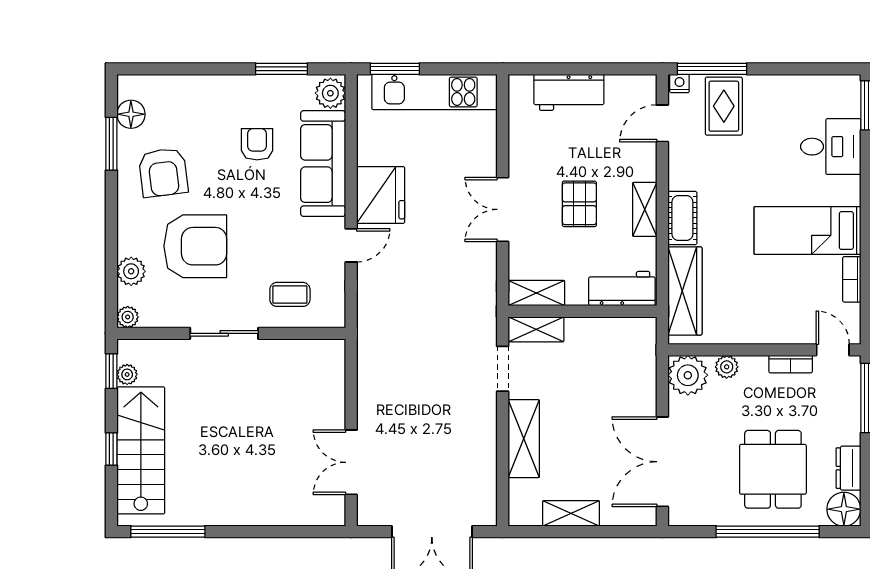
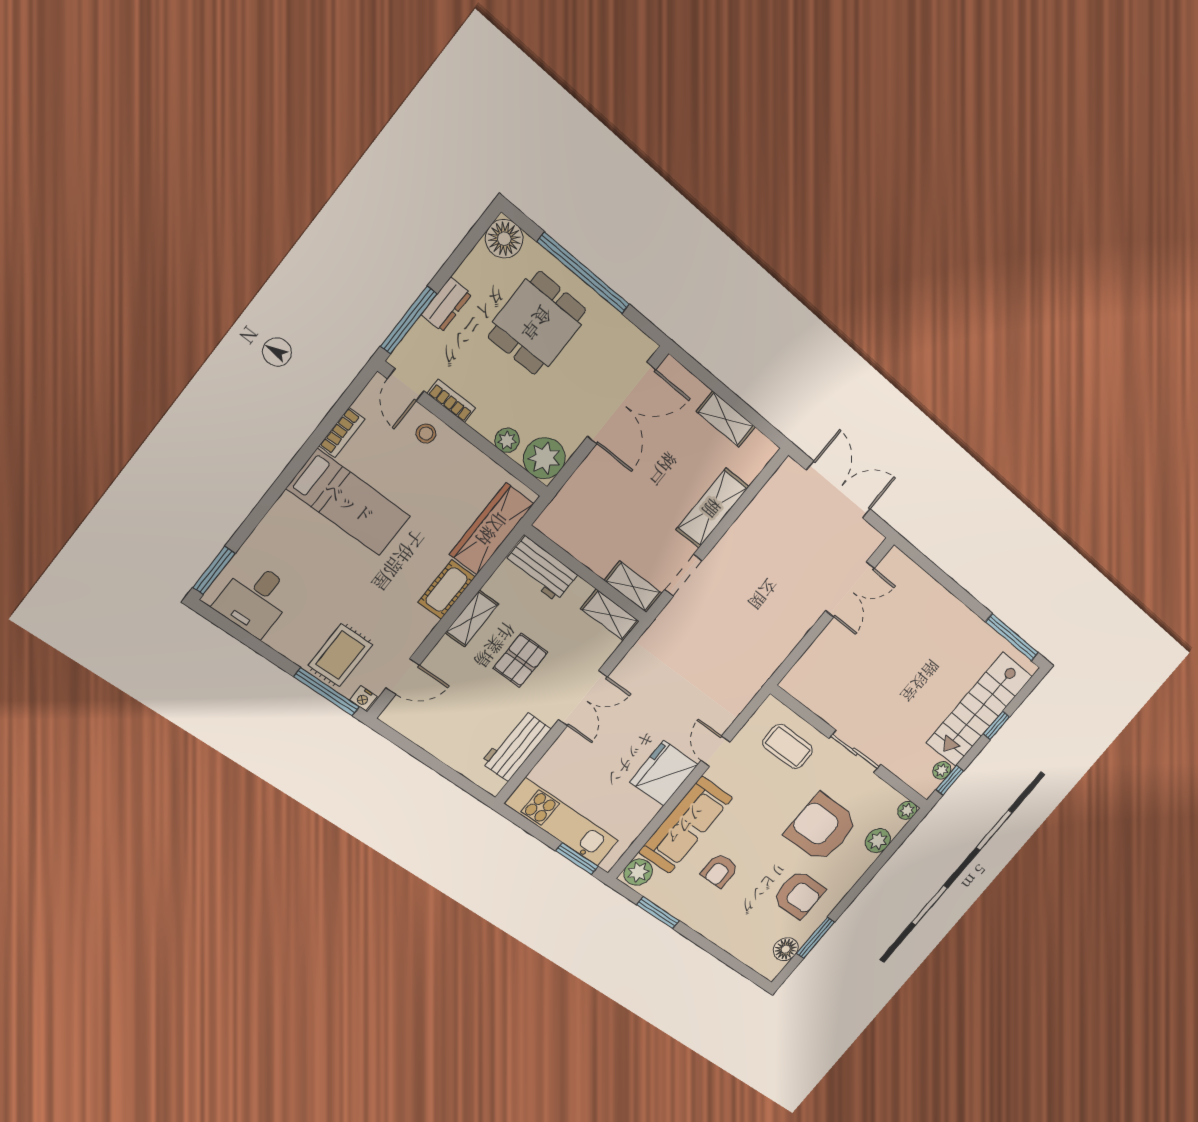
workbench: (569, 92) -> (516, 746), moved, turned -90
desk: (831, 147) -> (255, 599), moved, turned -90
armchair: (163, 172) -> (799, 895), turned 97
door: (351, 245) -> (716, 751), hinge flipped
coffee table: (290, 294) -> (788, 747), width x1.36, depth x1.30
stool: (791, 326) -> (426, 433), added
dresser: (848, 468) -> (446, 304), moved

